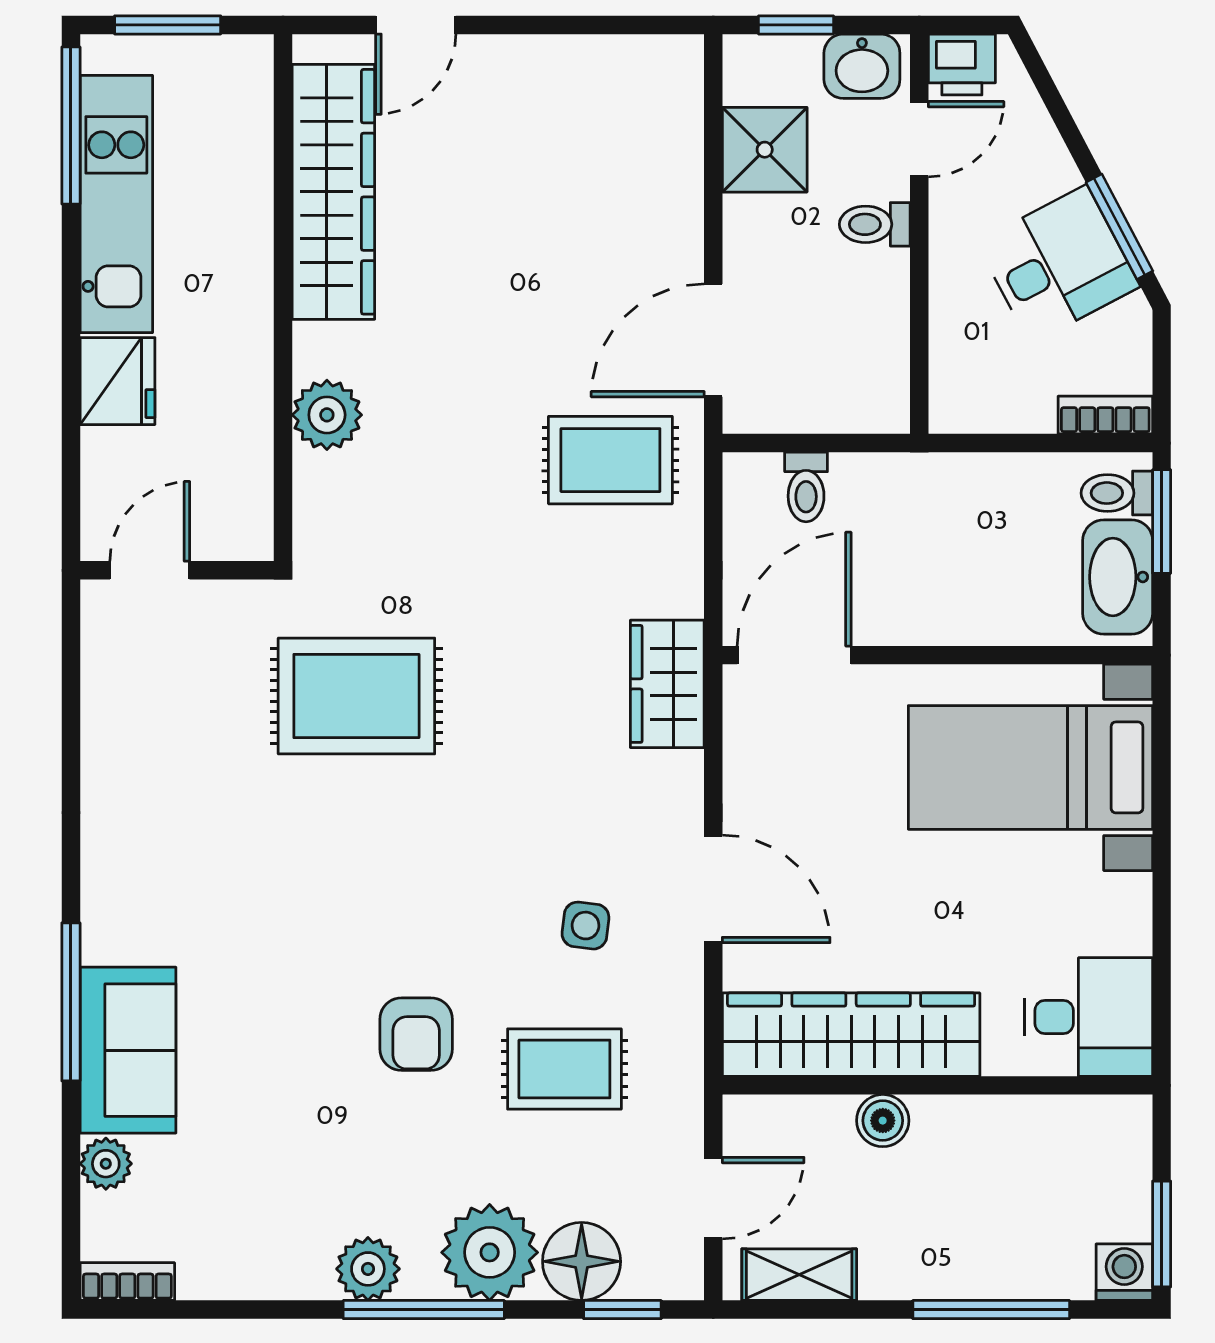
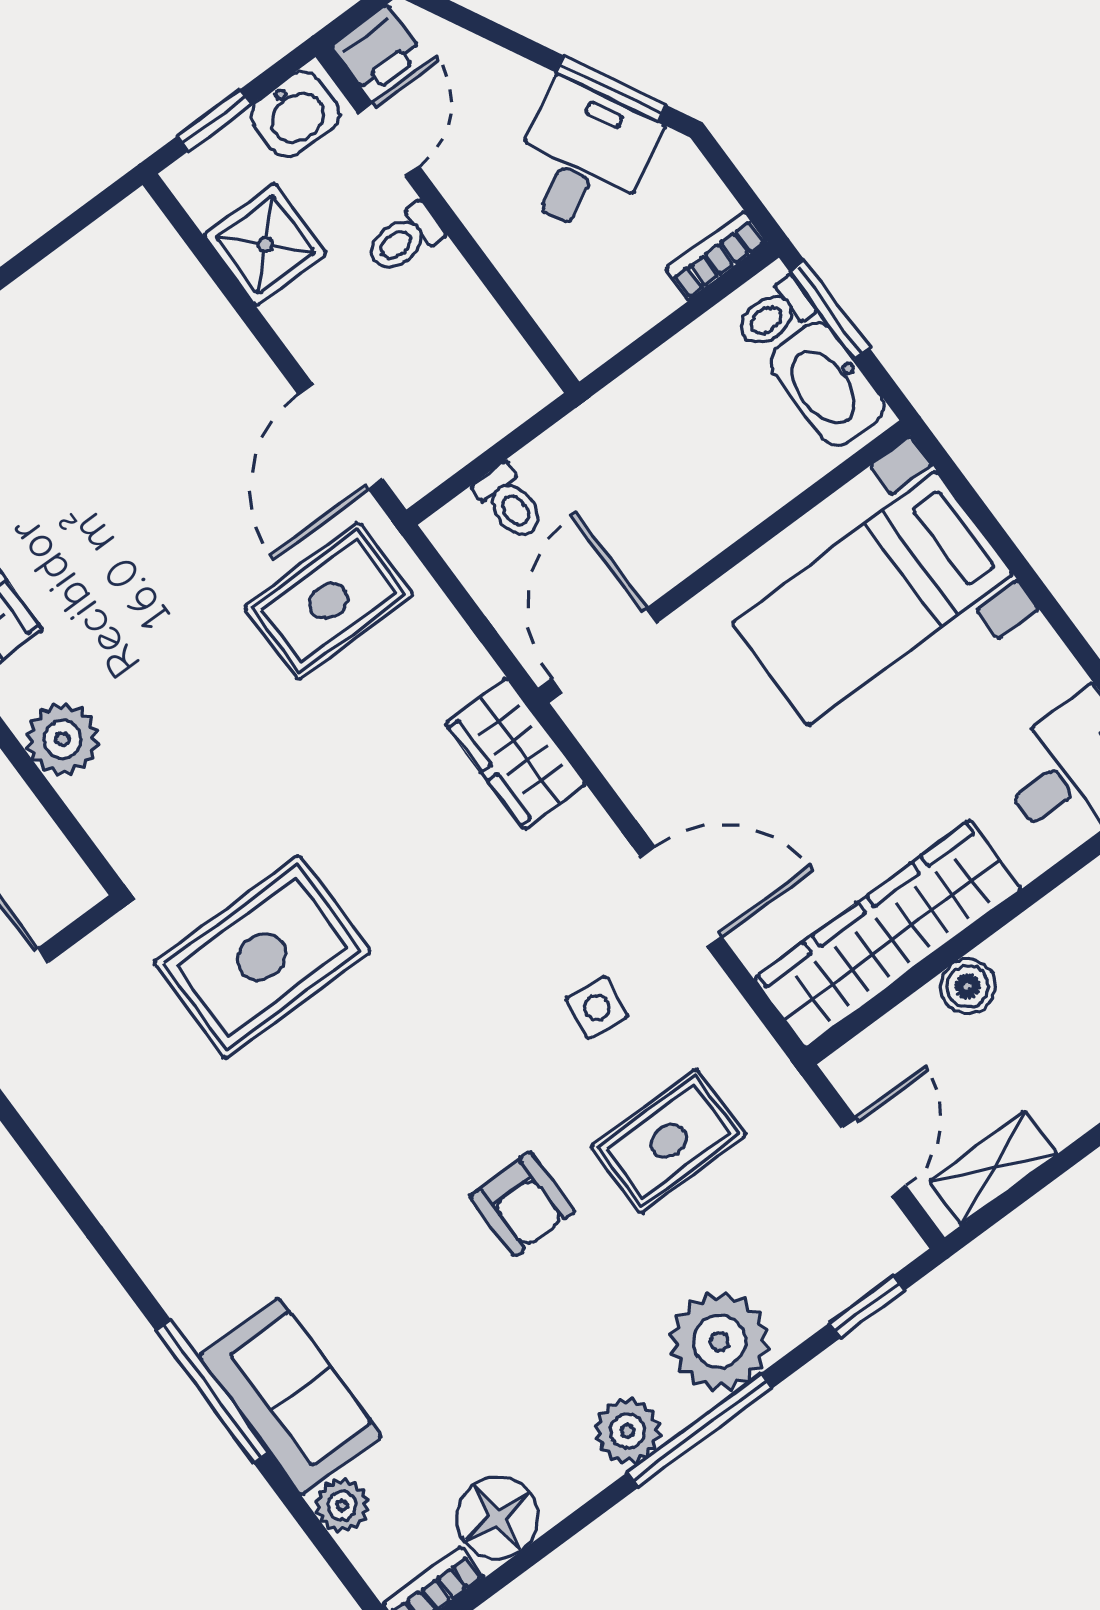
floor lamp: (582, 1261) -> (497, 1518), moved

